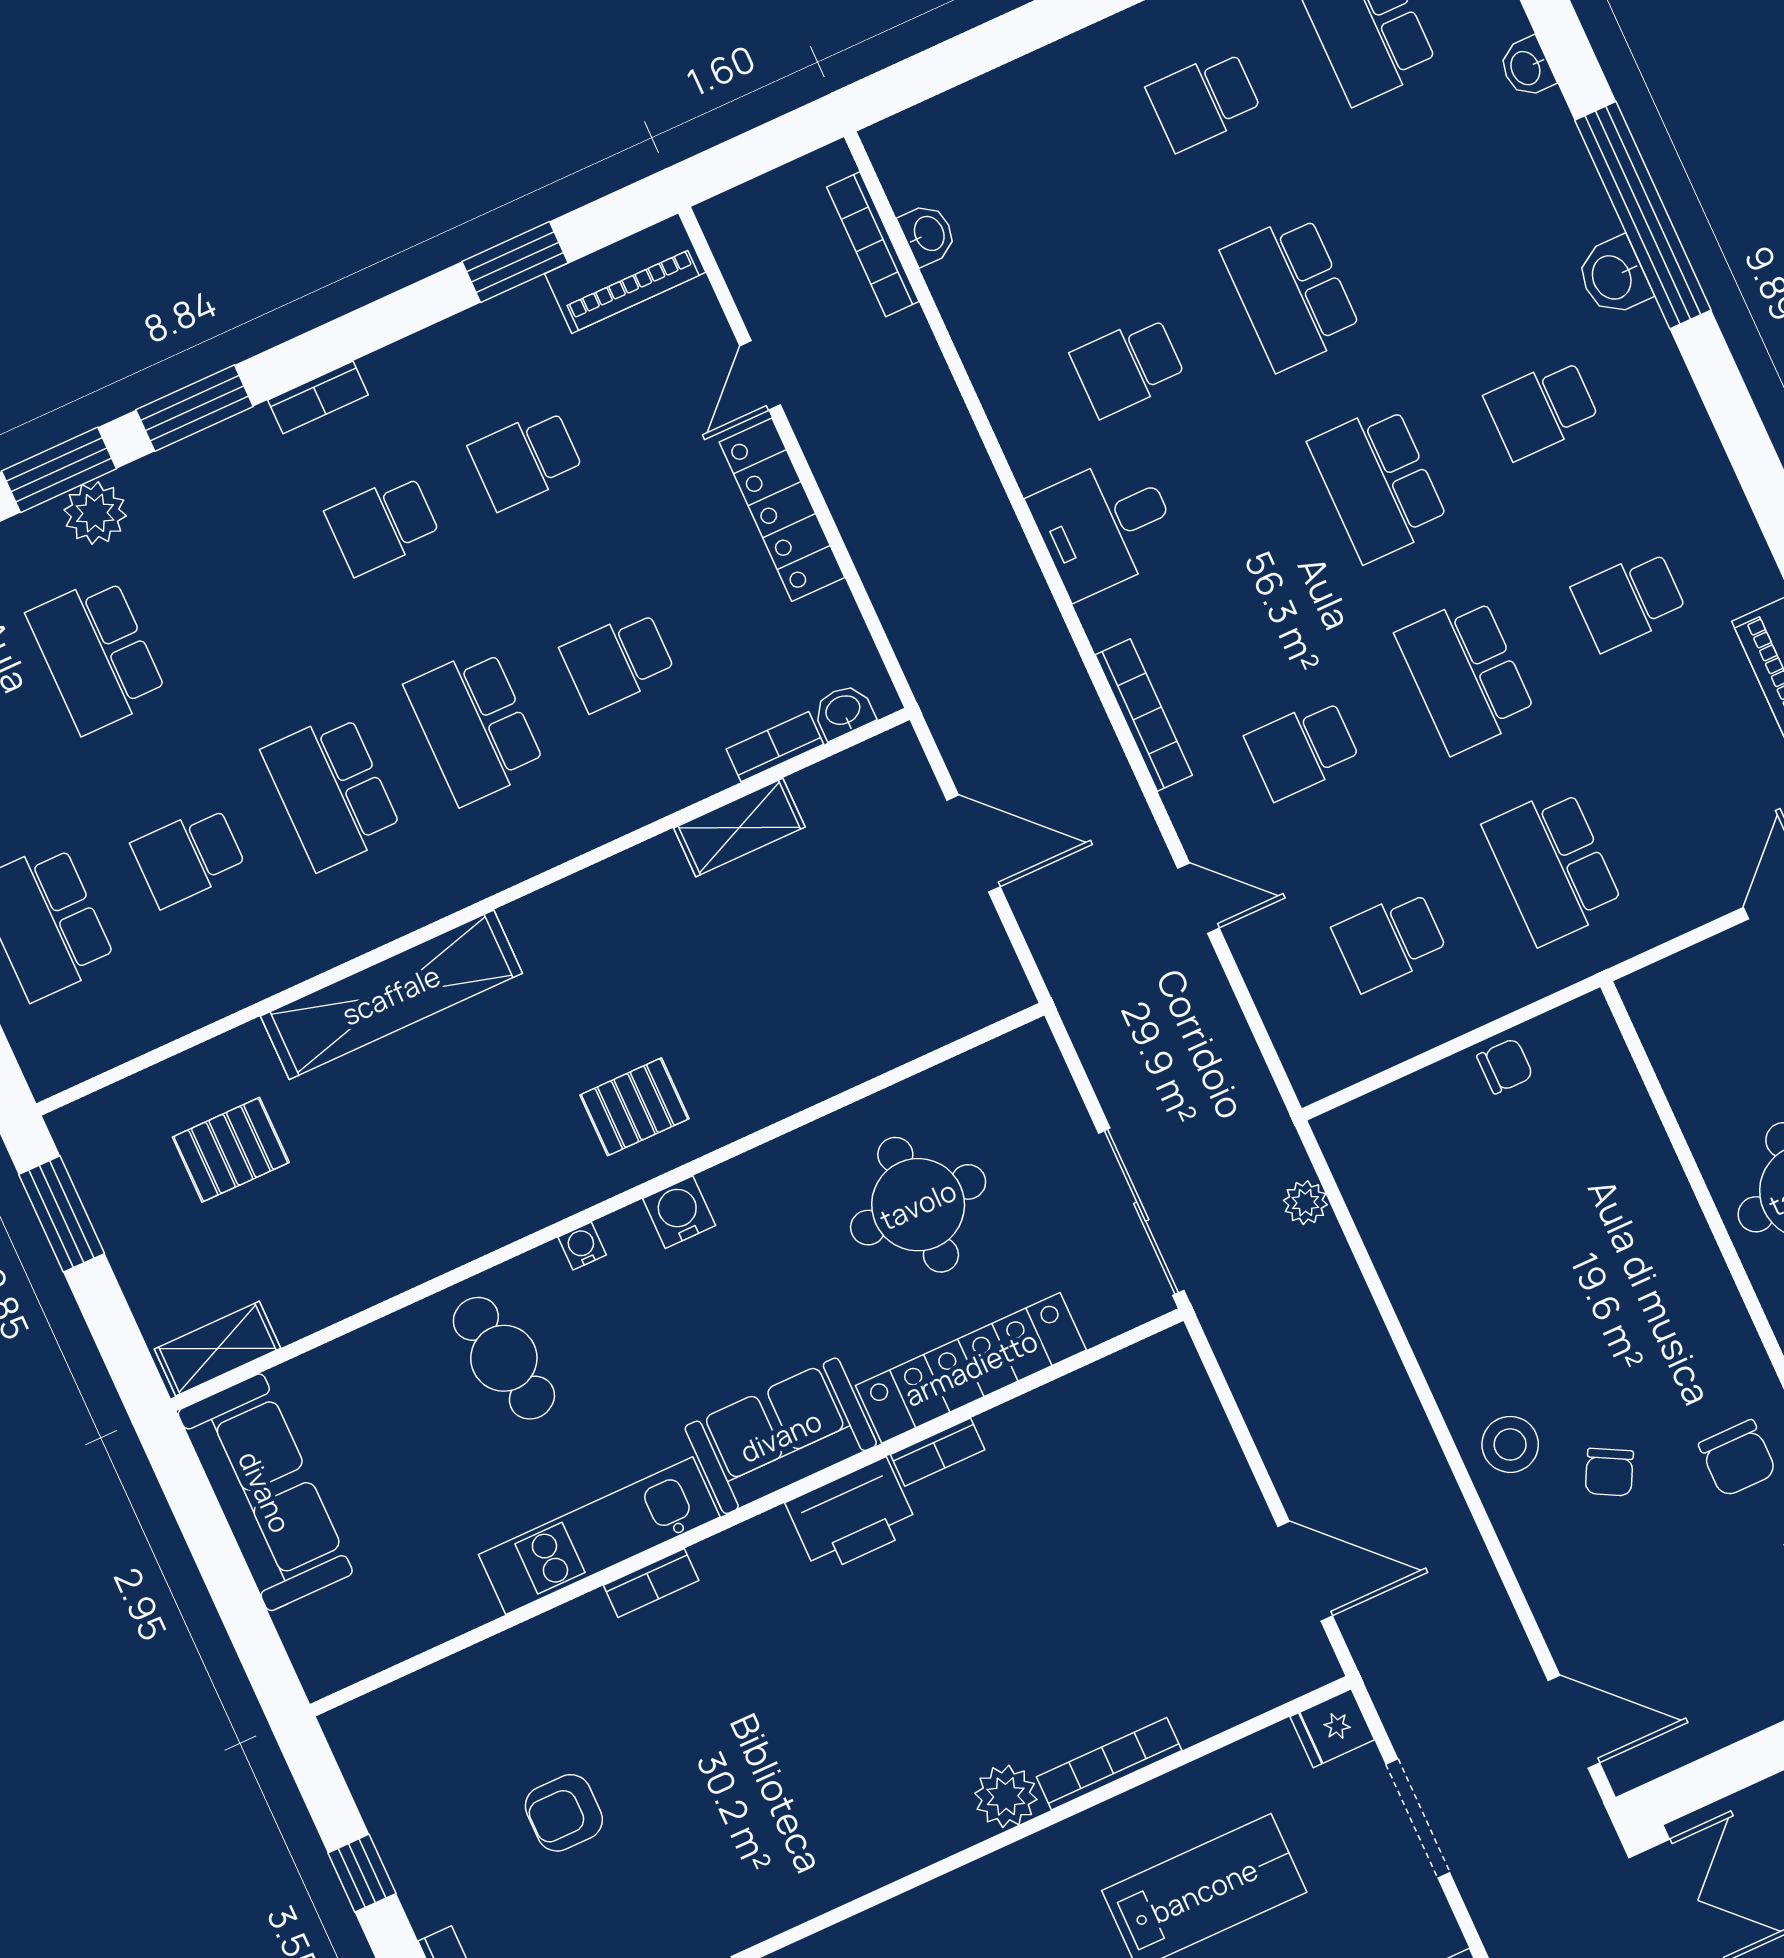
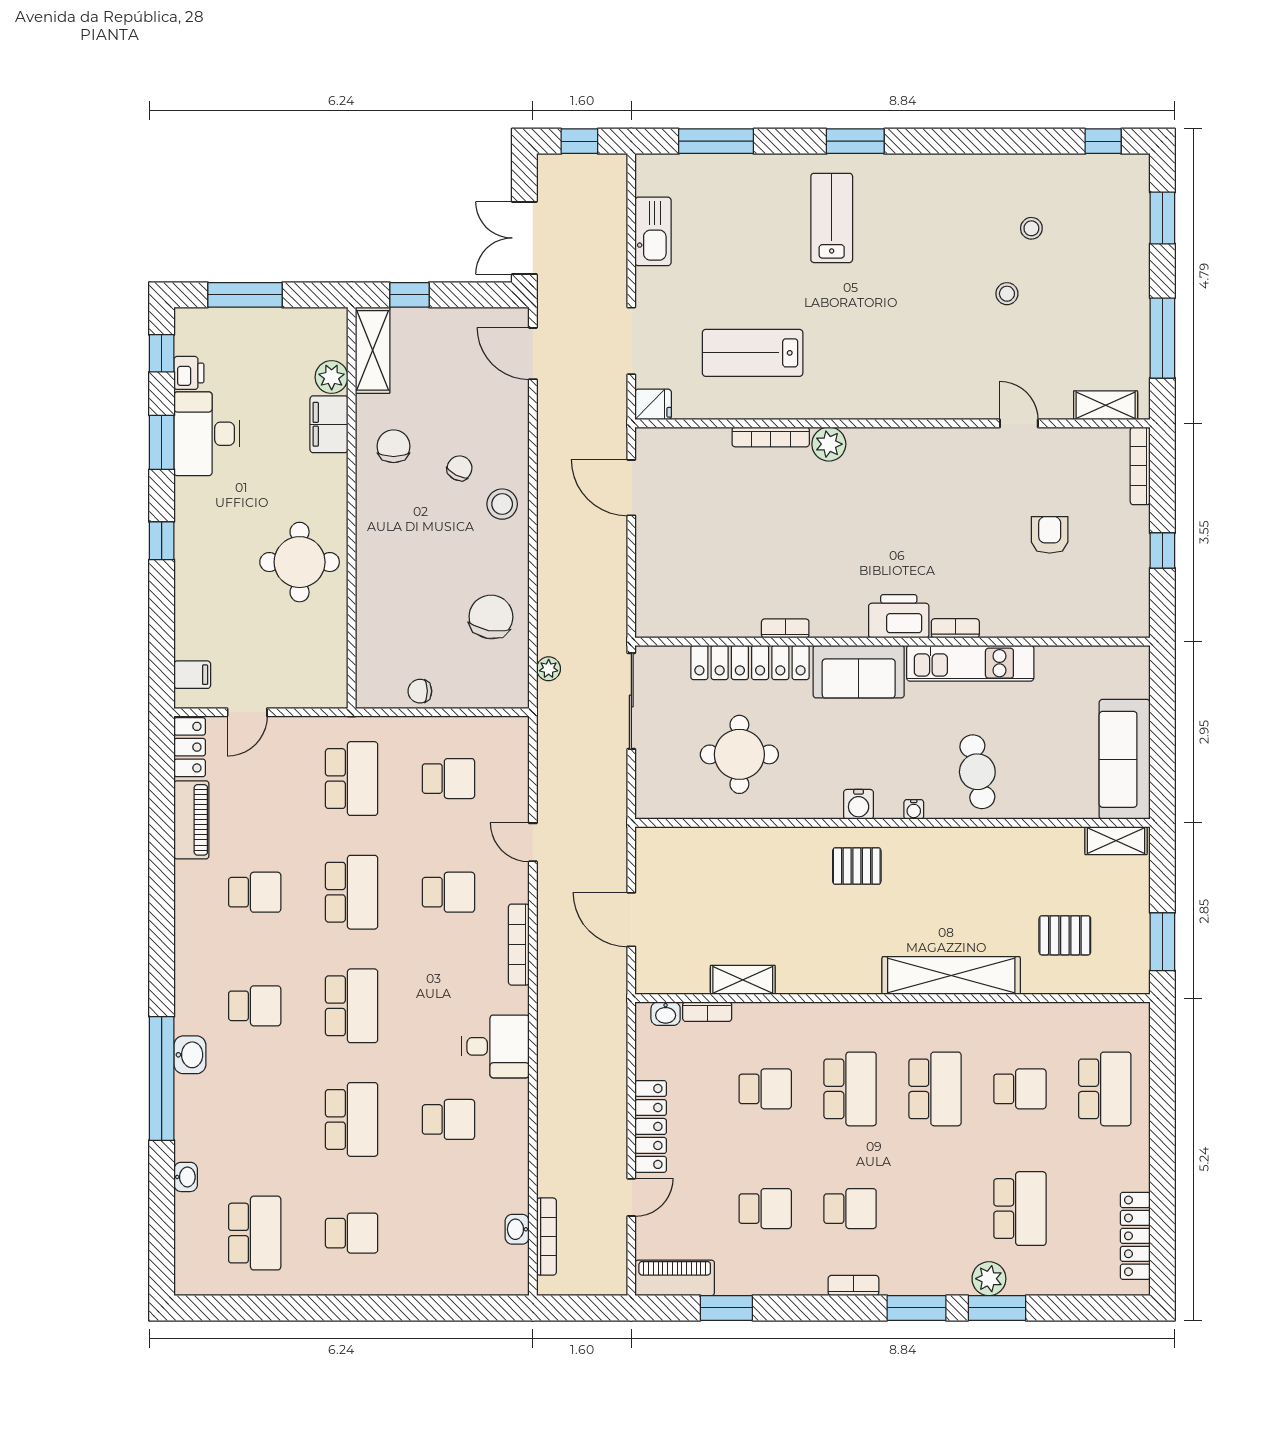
chair: (1442, 1246) -> (491, 617), added
printer: (852, 1516) -> (899, 616), moved
armchair: (564, 1813) -> (1050, 535), turned -90

